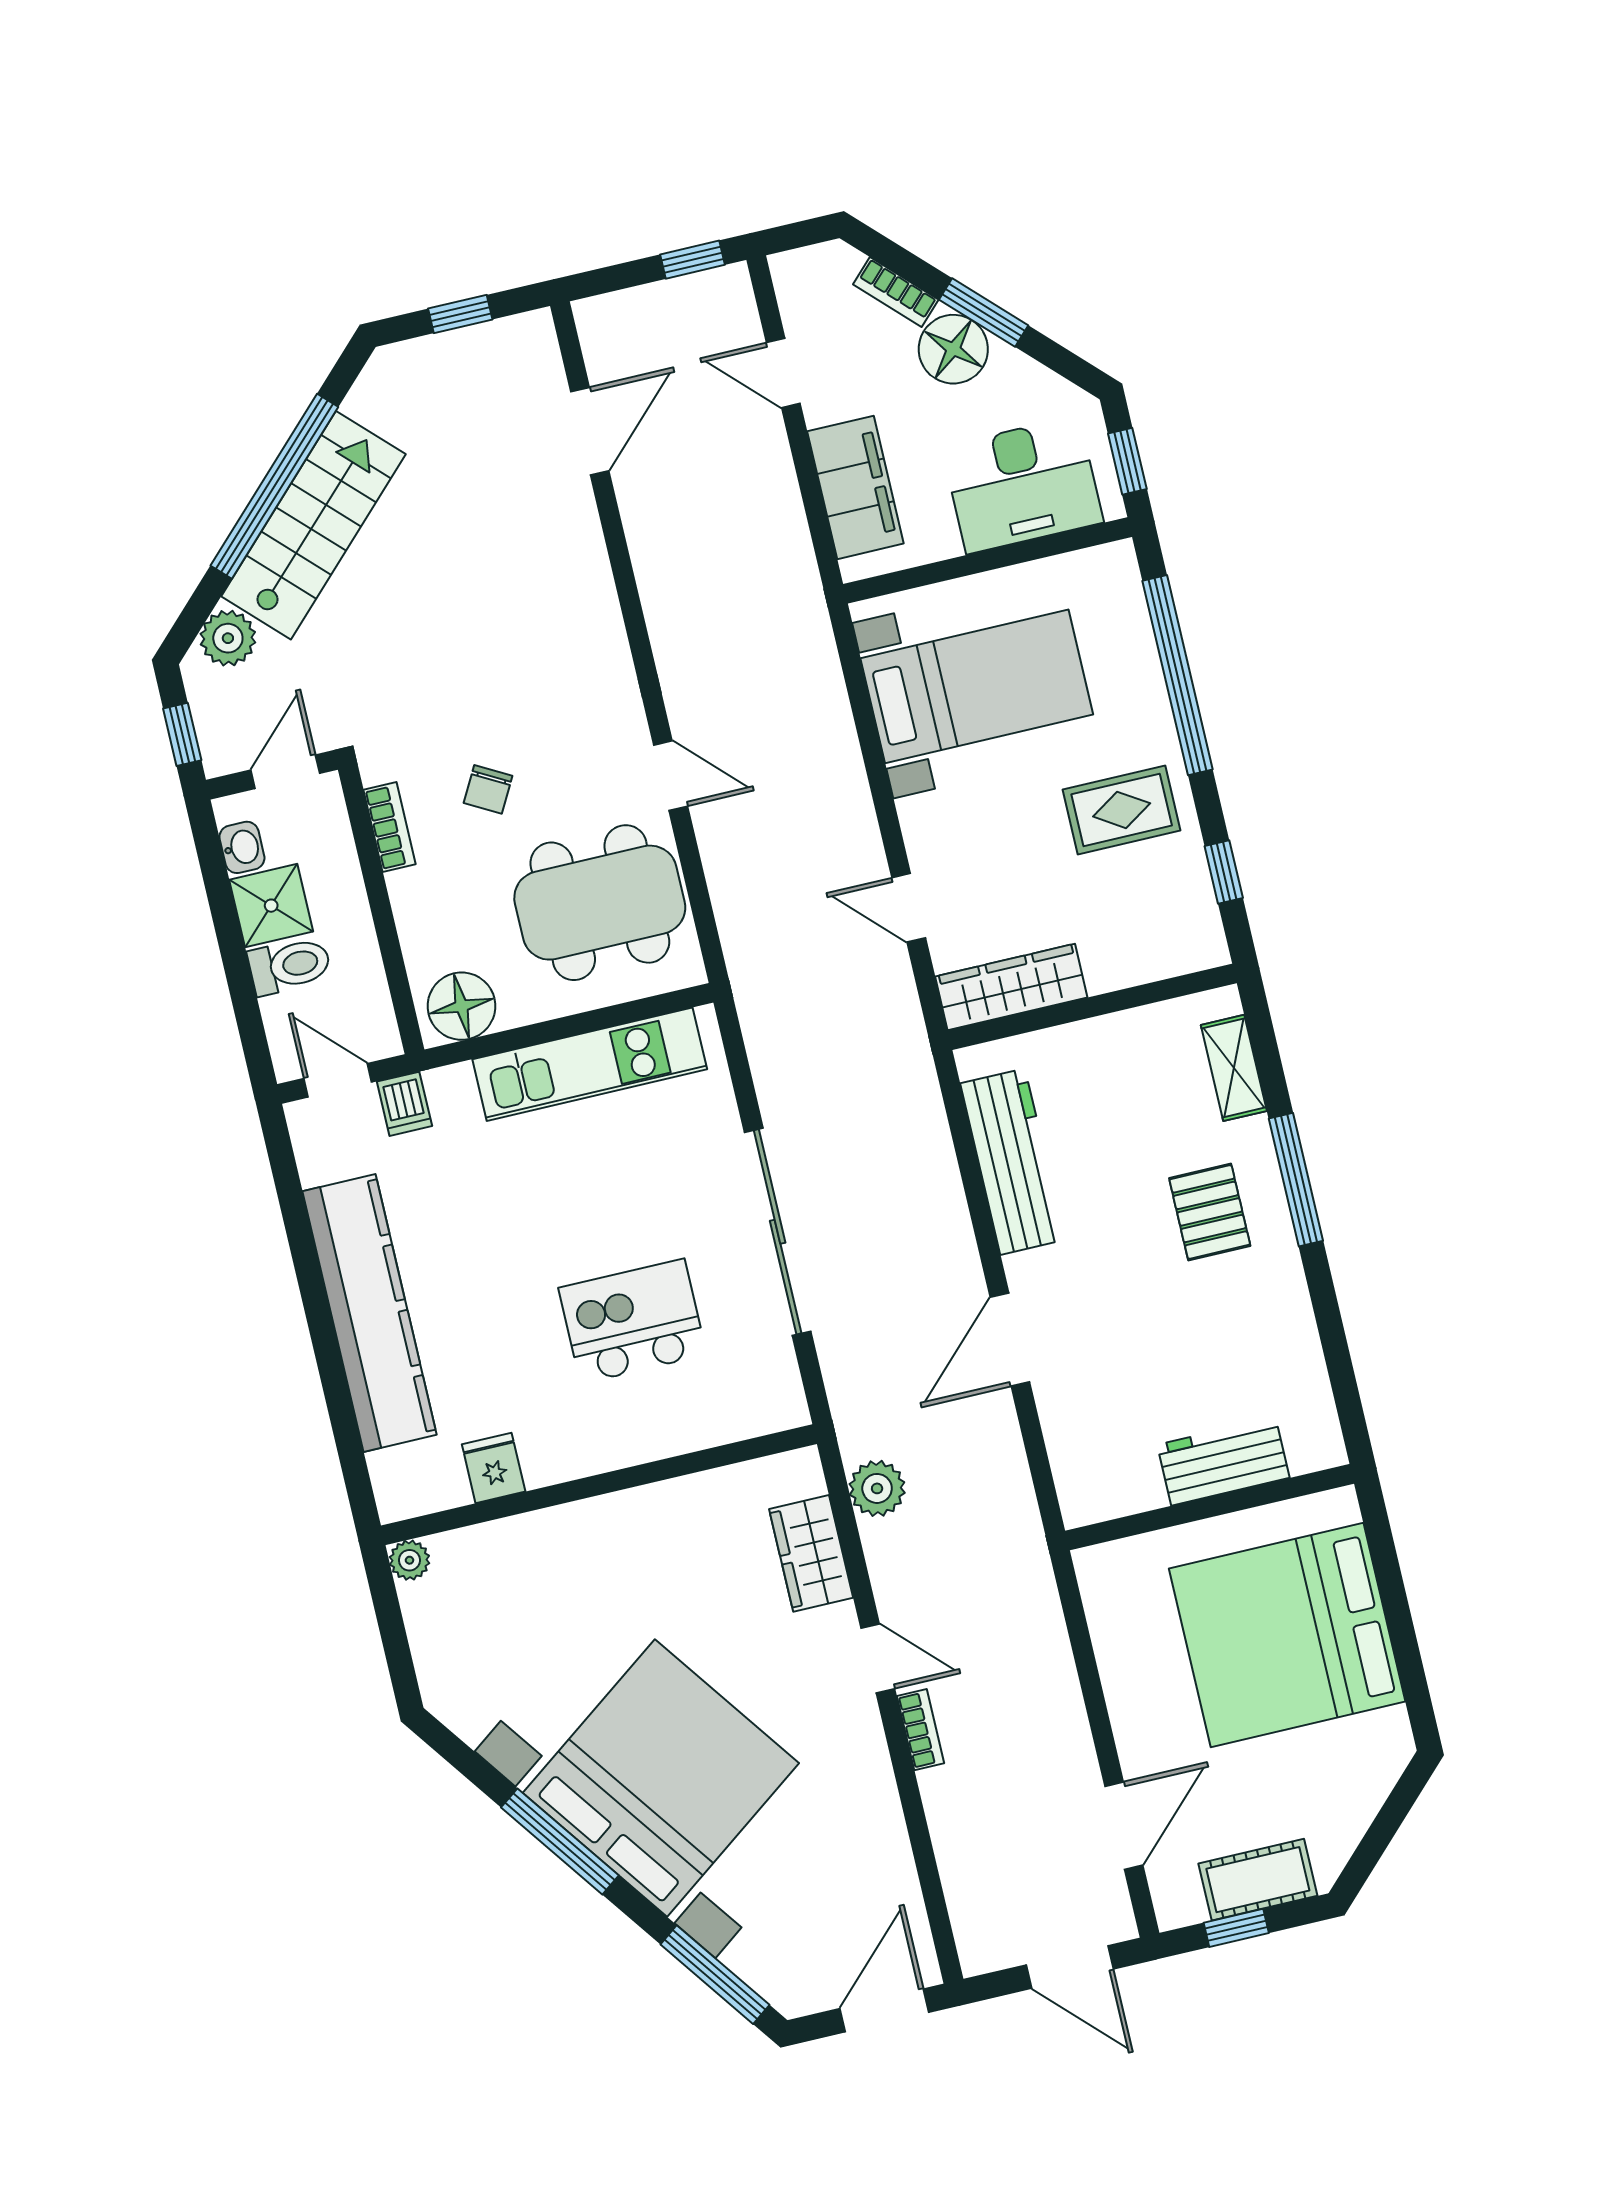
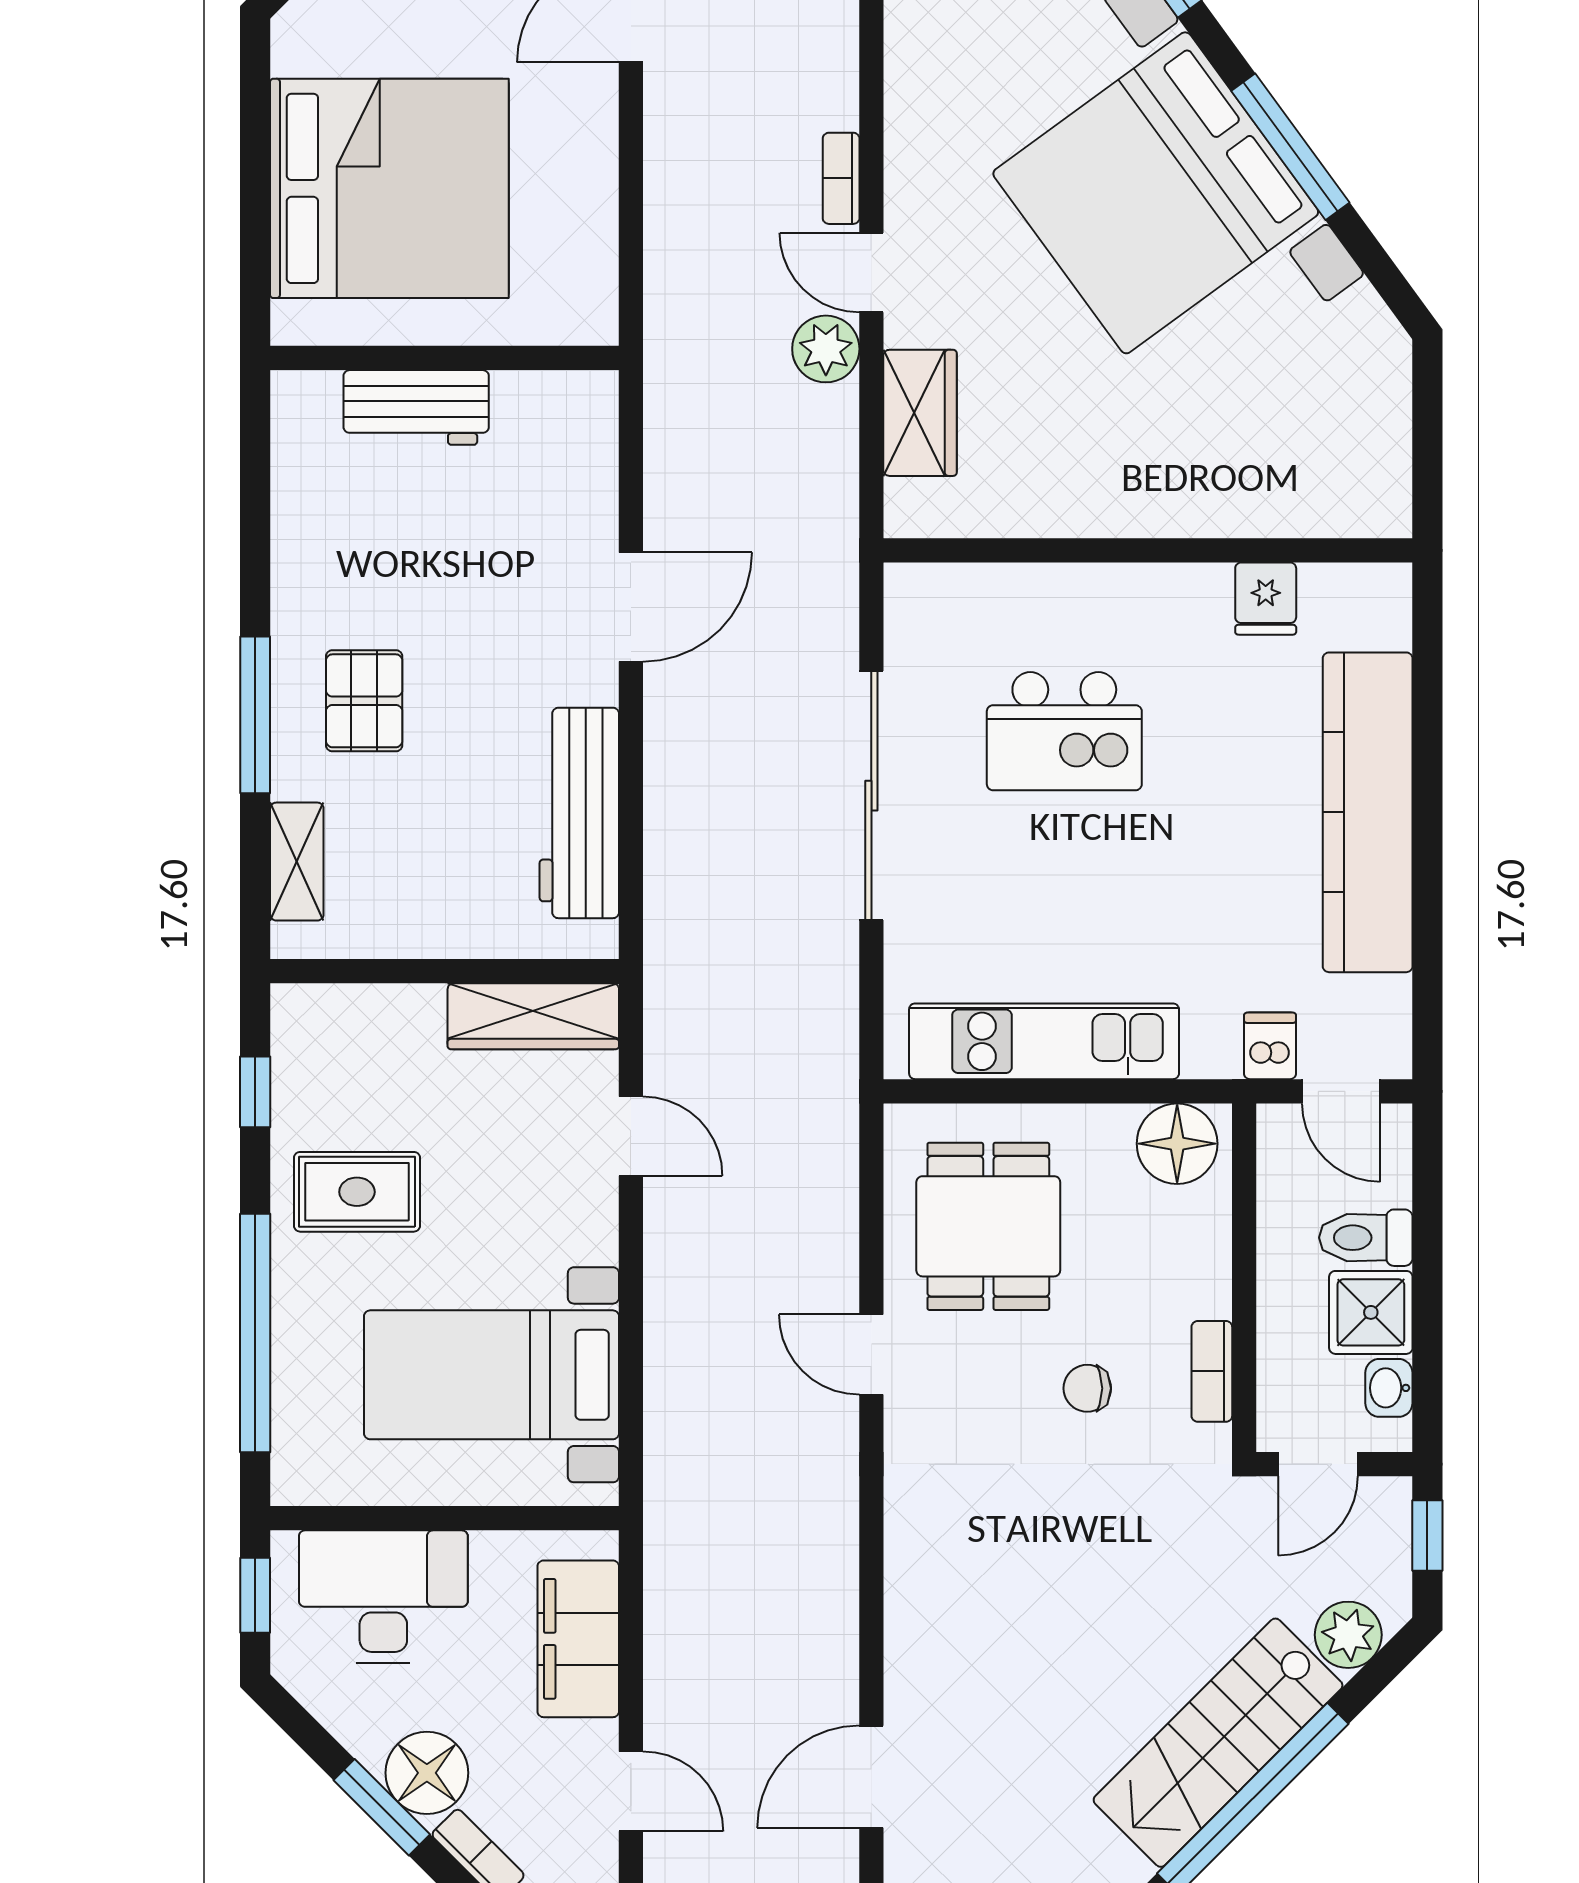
chair: (488, 789) -> (1087, 1388), turned -119
dining table: (600, 903) -> (988, 1226), width x0.73
plant: (877, 1488) -> (826, 349), moved
plant: (409, 1560) -> (1388, 514), removed

